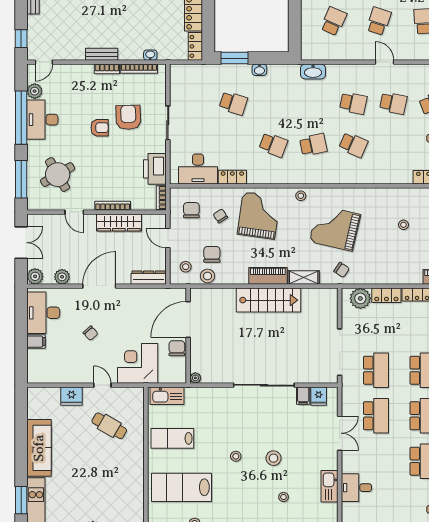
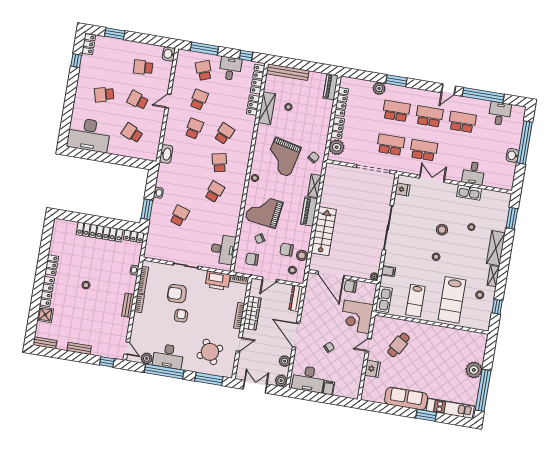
locker: (232, 177) -> (253, 105), moved
shelving: (397, 196) -> (267, 108), added
stairs: (268, 300) -> (324, 231), moved
filing cabinet: (303, 396) -> (388, 271), moved
window: (21, 500) -> (426, 415), moved

